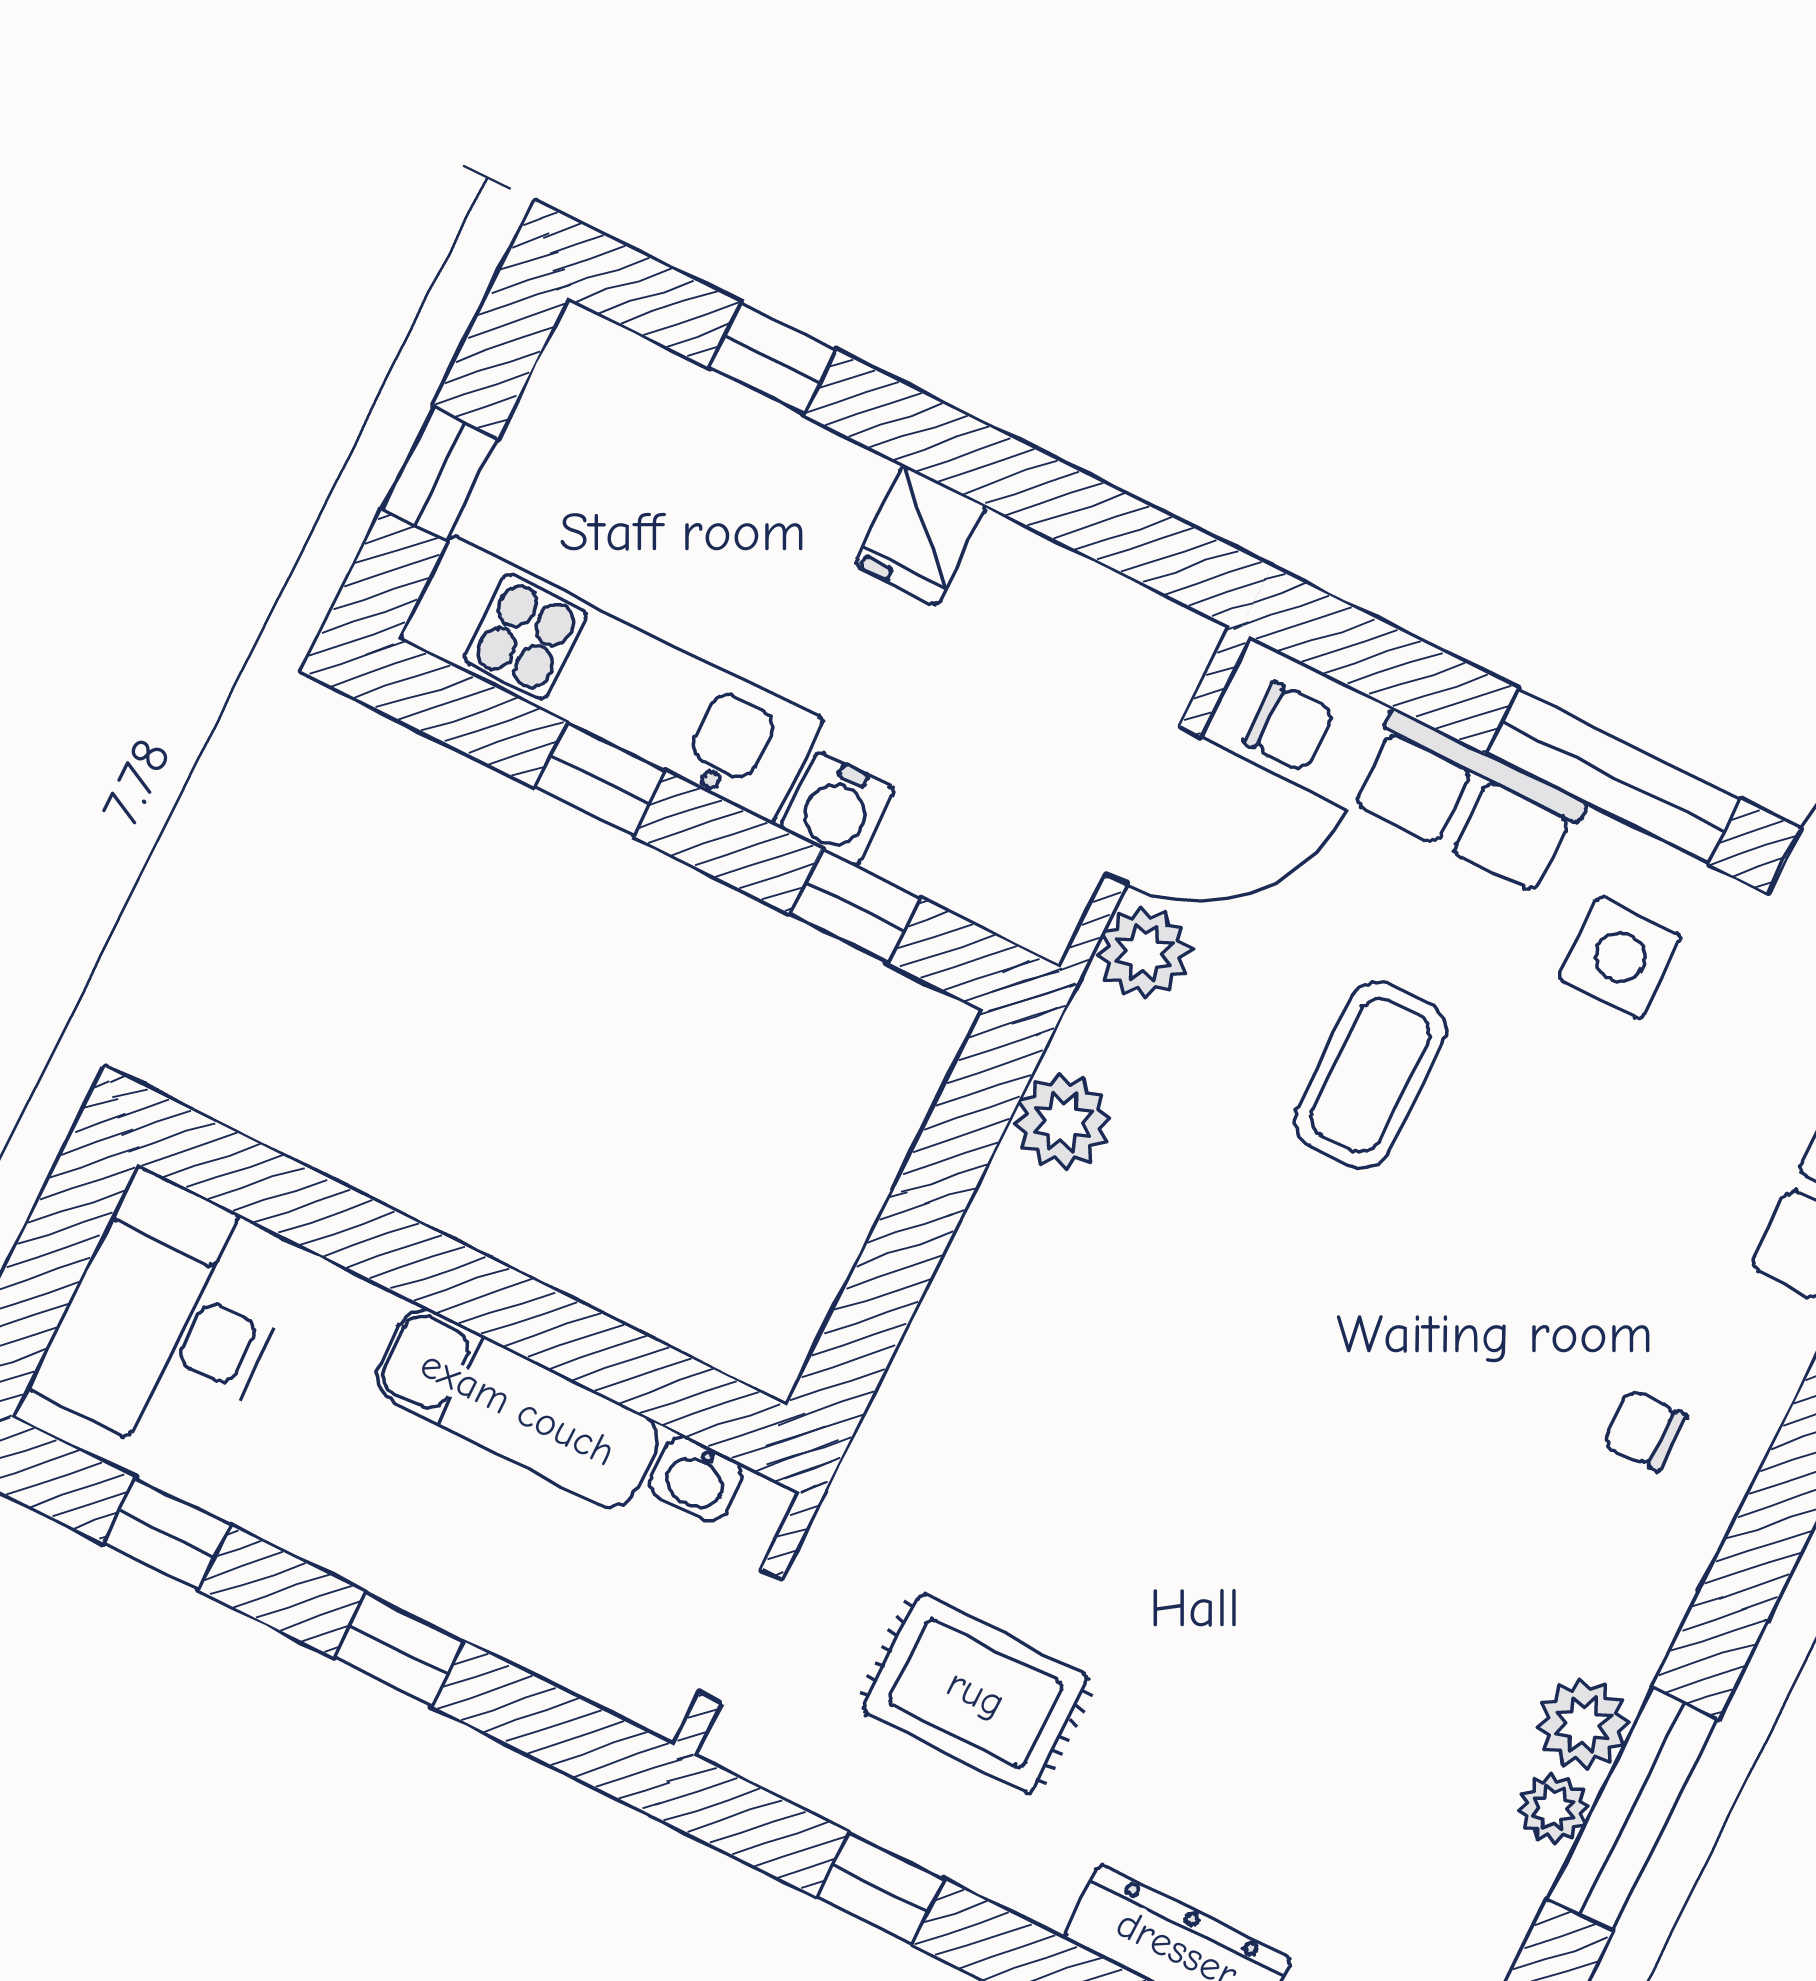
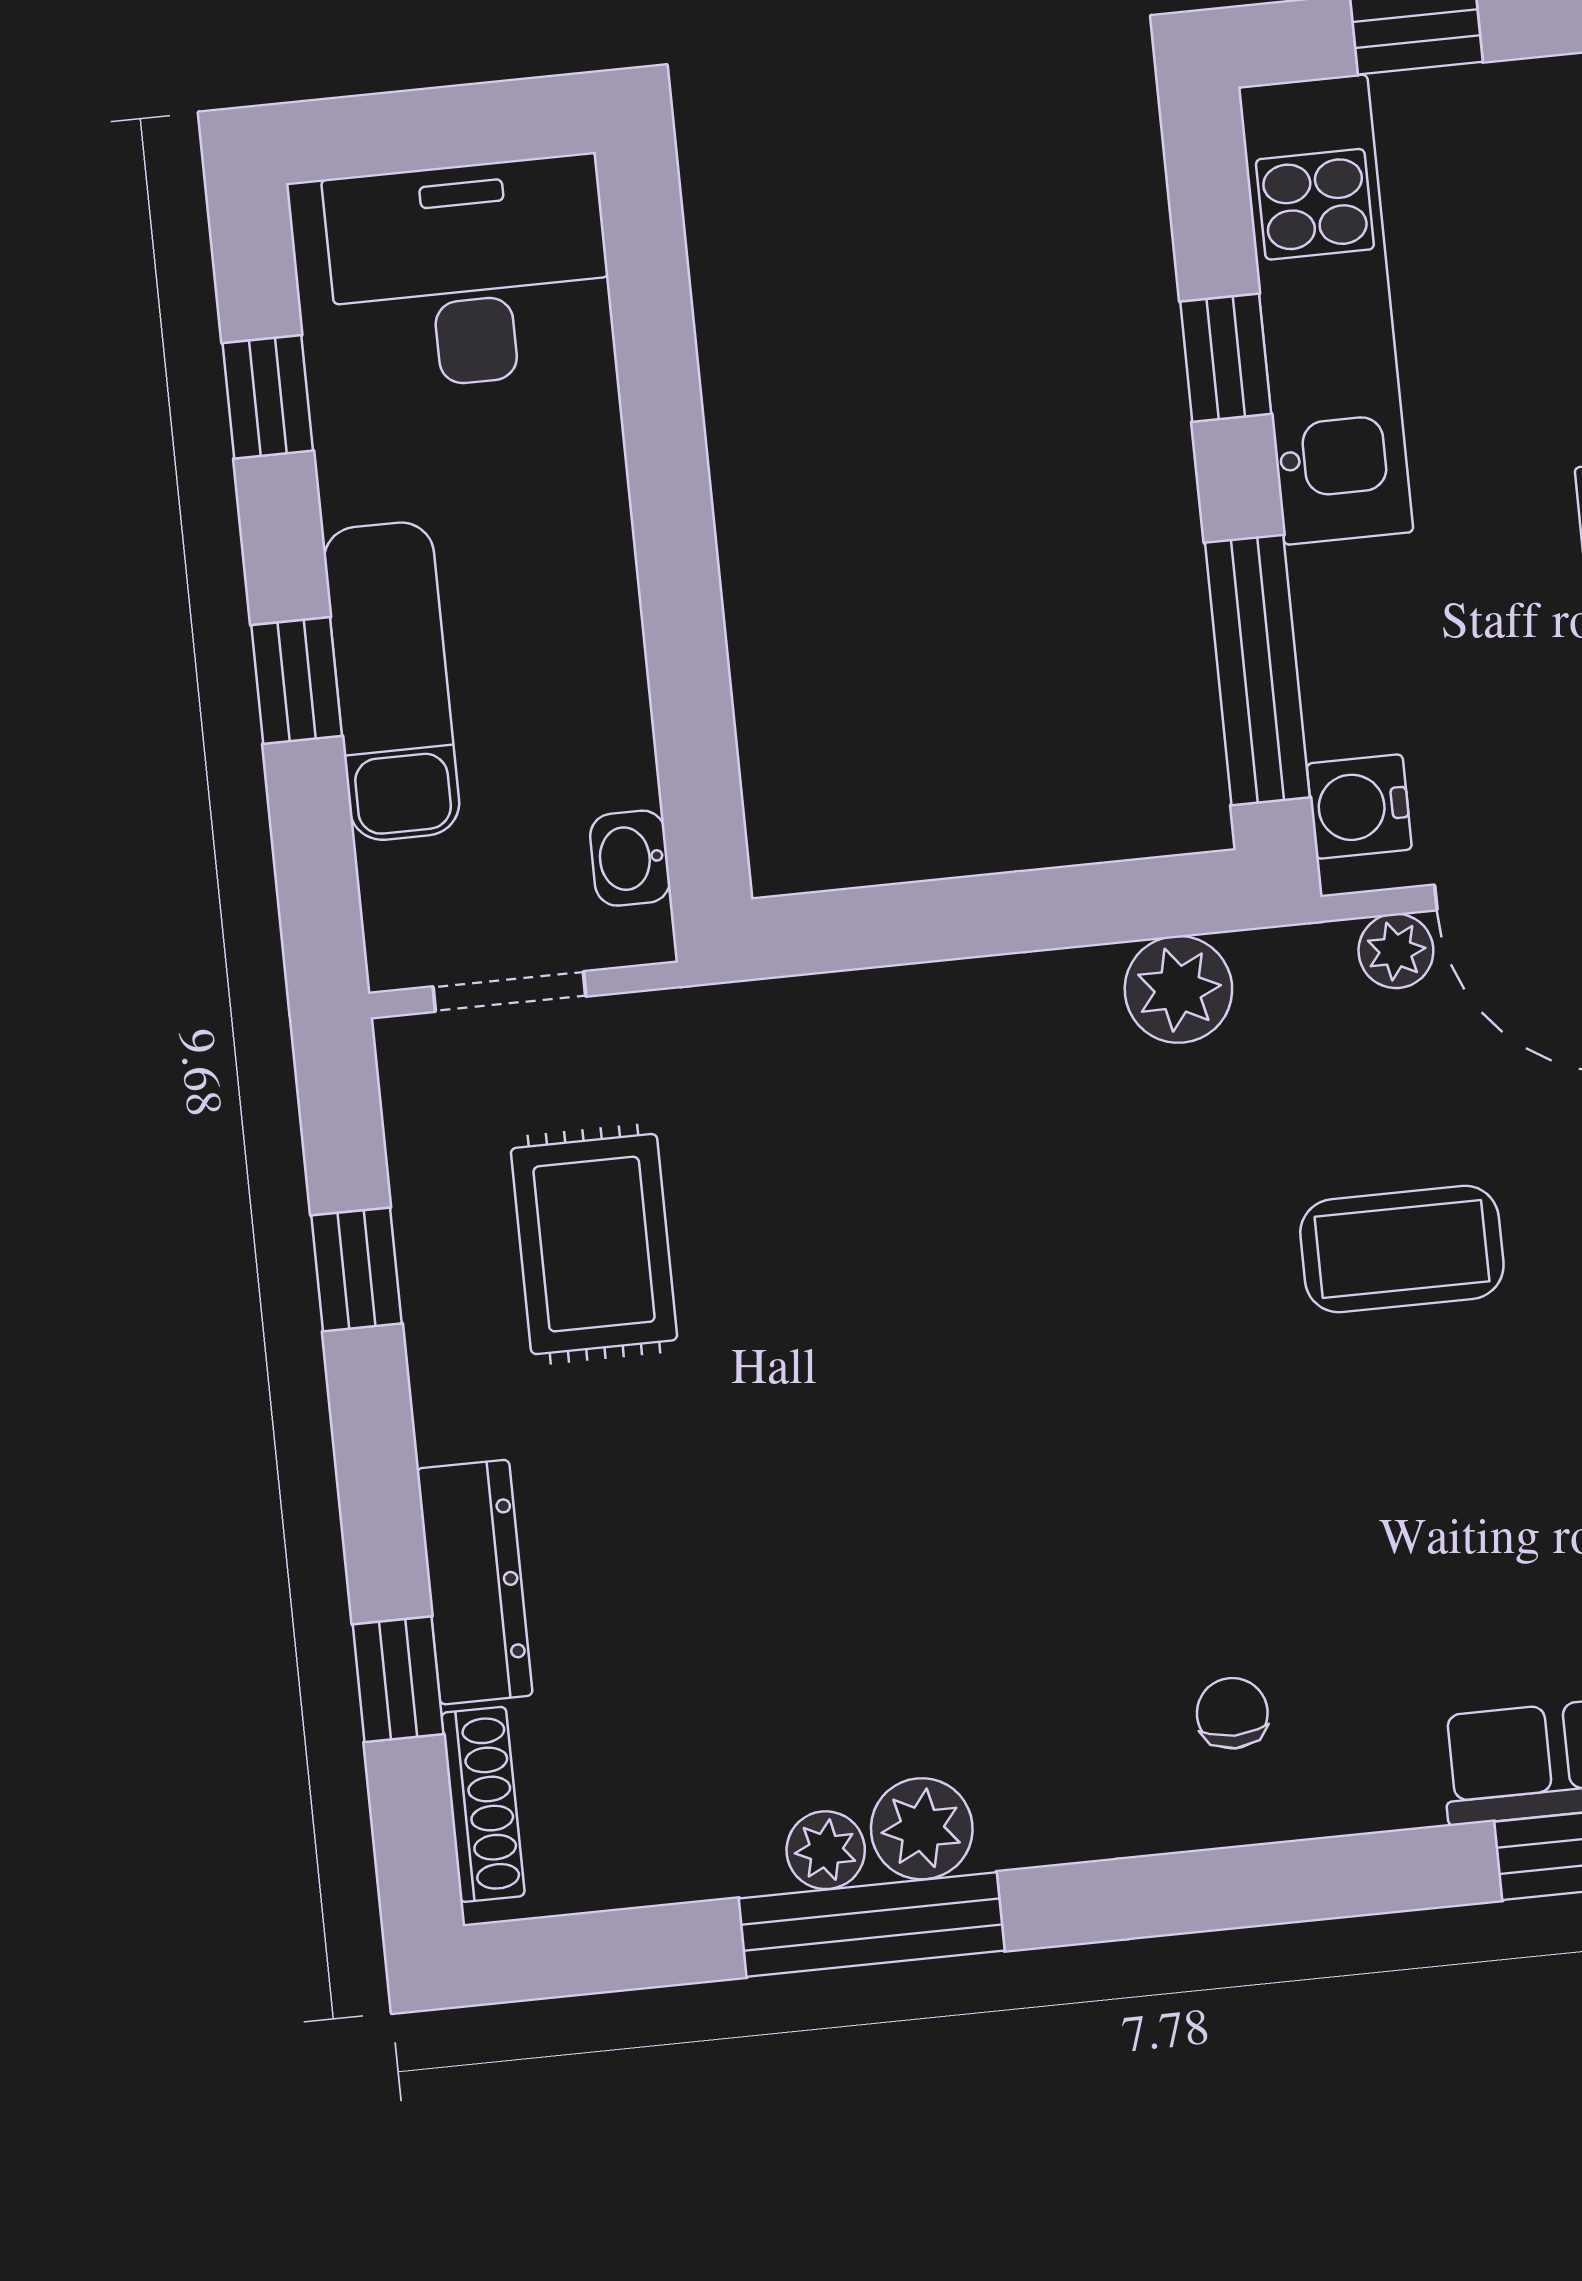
water cooler: (838, 808) -> (1359, 807), moved
window: (855, 906) -> (1257, 670), width x2.17
plant: (1144, 952) -> (1396, 951), width x0.73, depth x0.73
exam couch: (518, 1408) -> (392, 681), moved, turned 180

